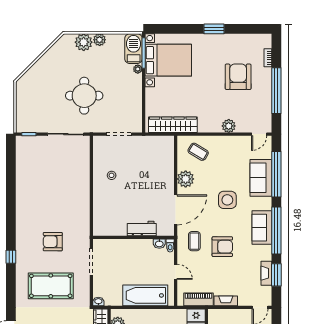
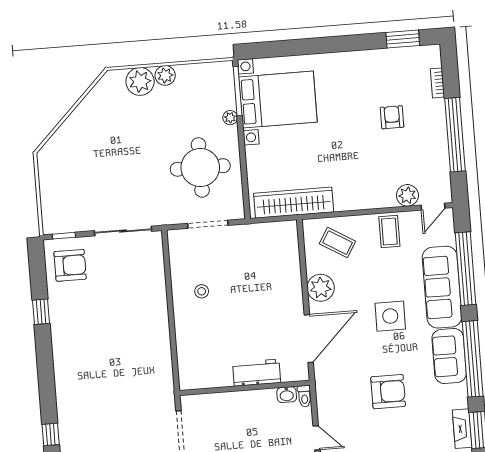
window: (214, 29) -> (403, 39), moved
barbecue: (134, 49) -> (221, 85), removed
armchair: (238, 77) -> (392, 117), width x0.53, depth x0.53
round table: (84, 96) -> (200, 167), moved
plant: (229, 126) -> (407, 195), moved
sofa: (261, 178) -> (442, 287), width x1.36
window: (11, 180) -> (41, 312), added
coffee table: (194, 241) -> (389, 231), moved
armchair: (53, 242) -> (70, 265), moved, turned 180

